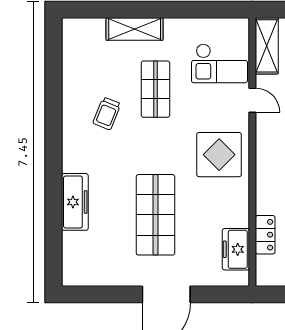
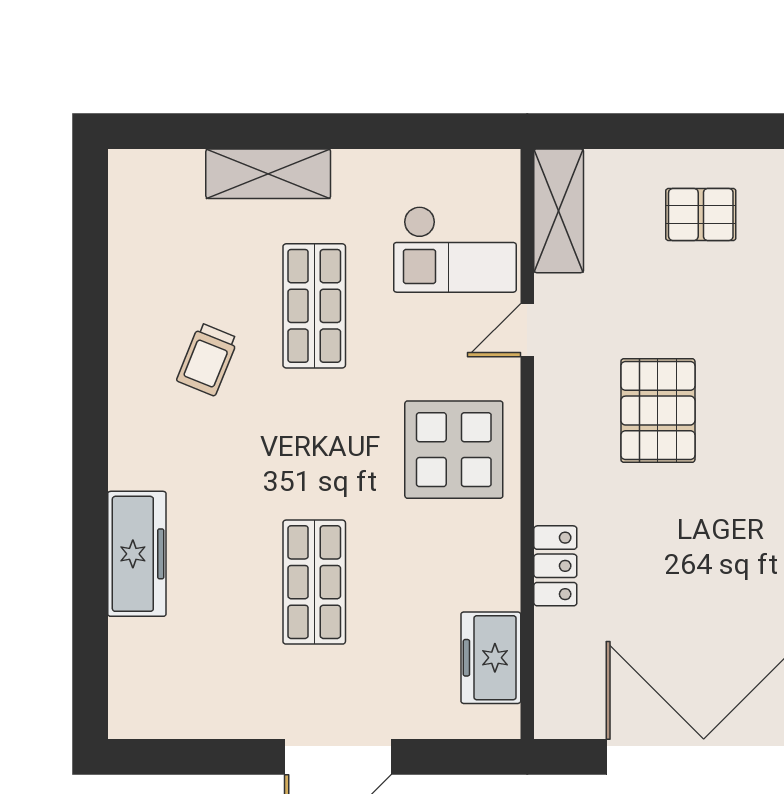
door: (252, 100) -> (527, 330), swing flipped
shop shelf: (155, 215) -> (314, 582), width x0.70, depth x0.74
locker: (265, 235) -> (555, 566), moved

